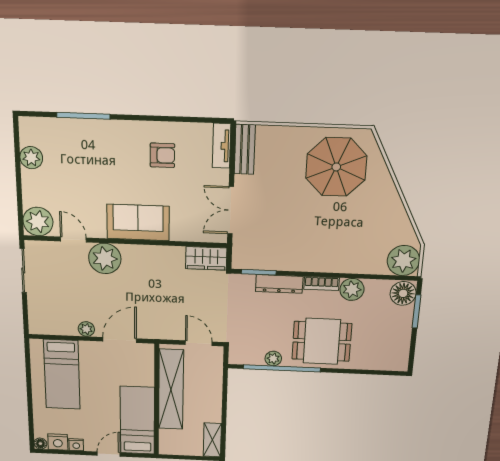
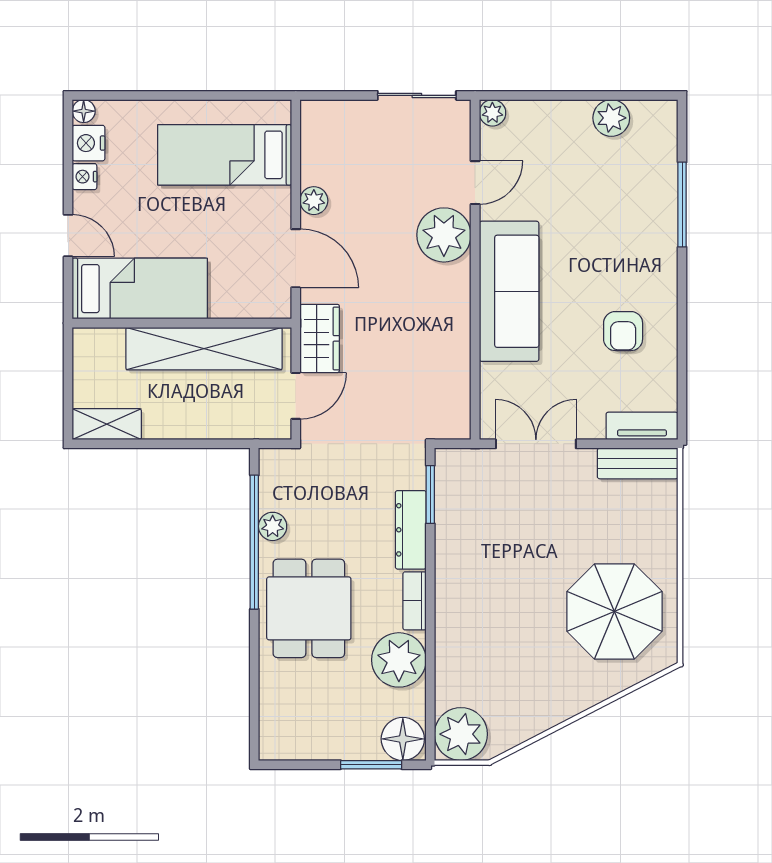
plant: (38, 222) -> (492, 113), width x0.53, depth x0.53
sofa: (138, 222) -> (509, 291), width x1.36
wardrobe: (206, 258) -> (320, 338), moved, turned 180
plant: (352, 289) -> (399, 660), width x1.36, depth x1.36

